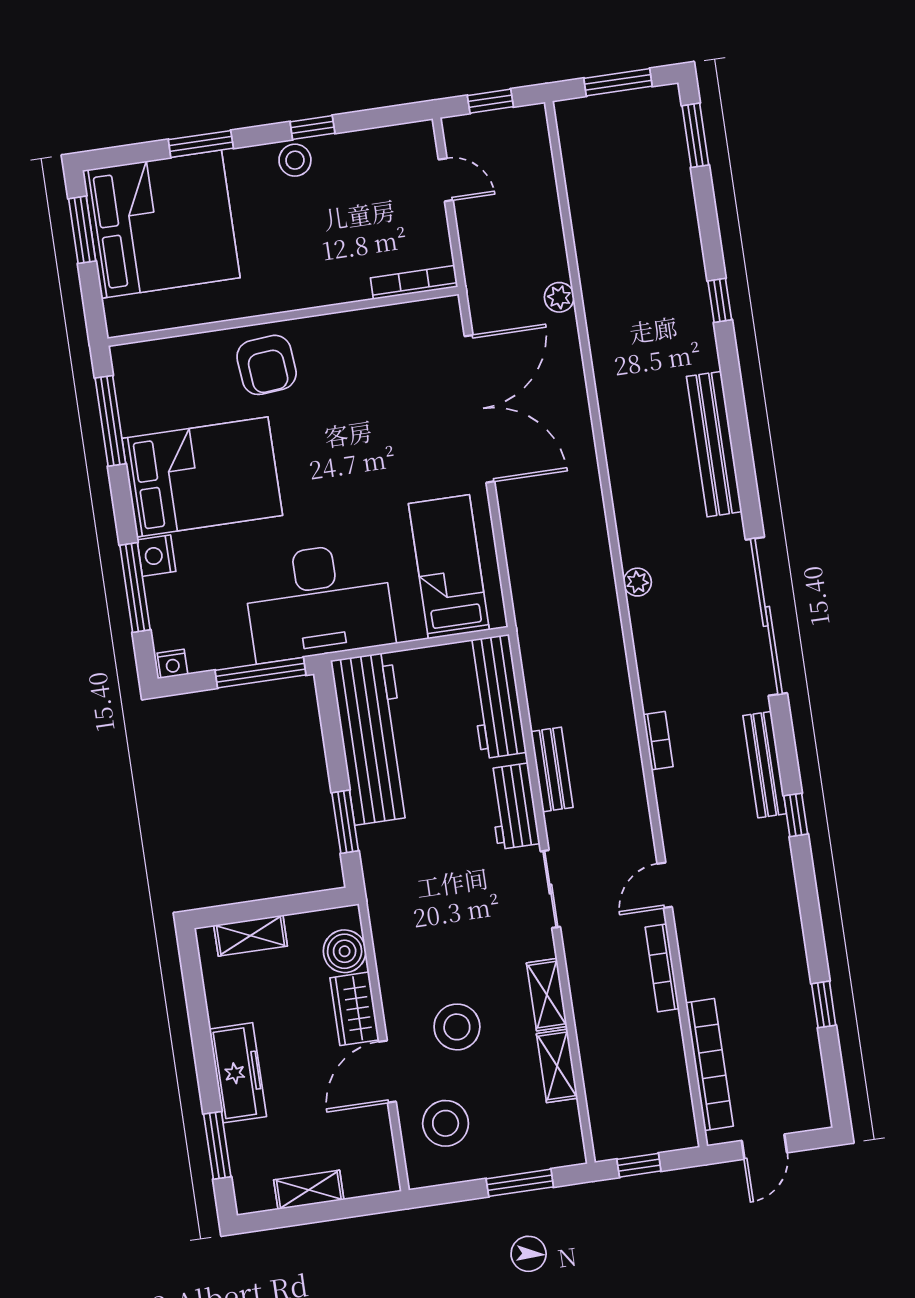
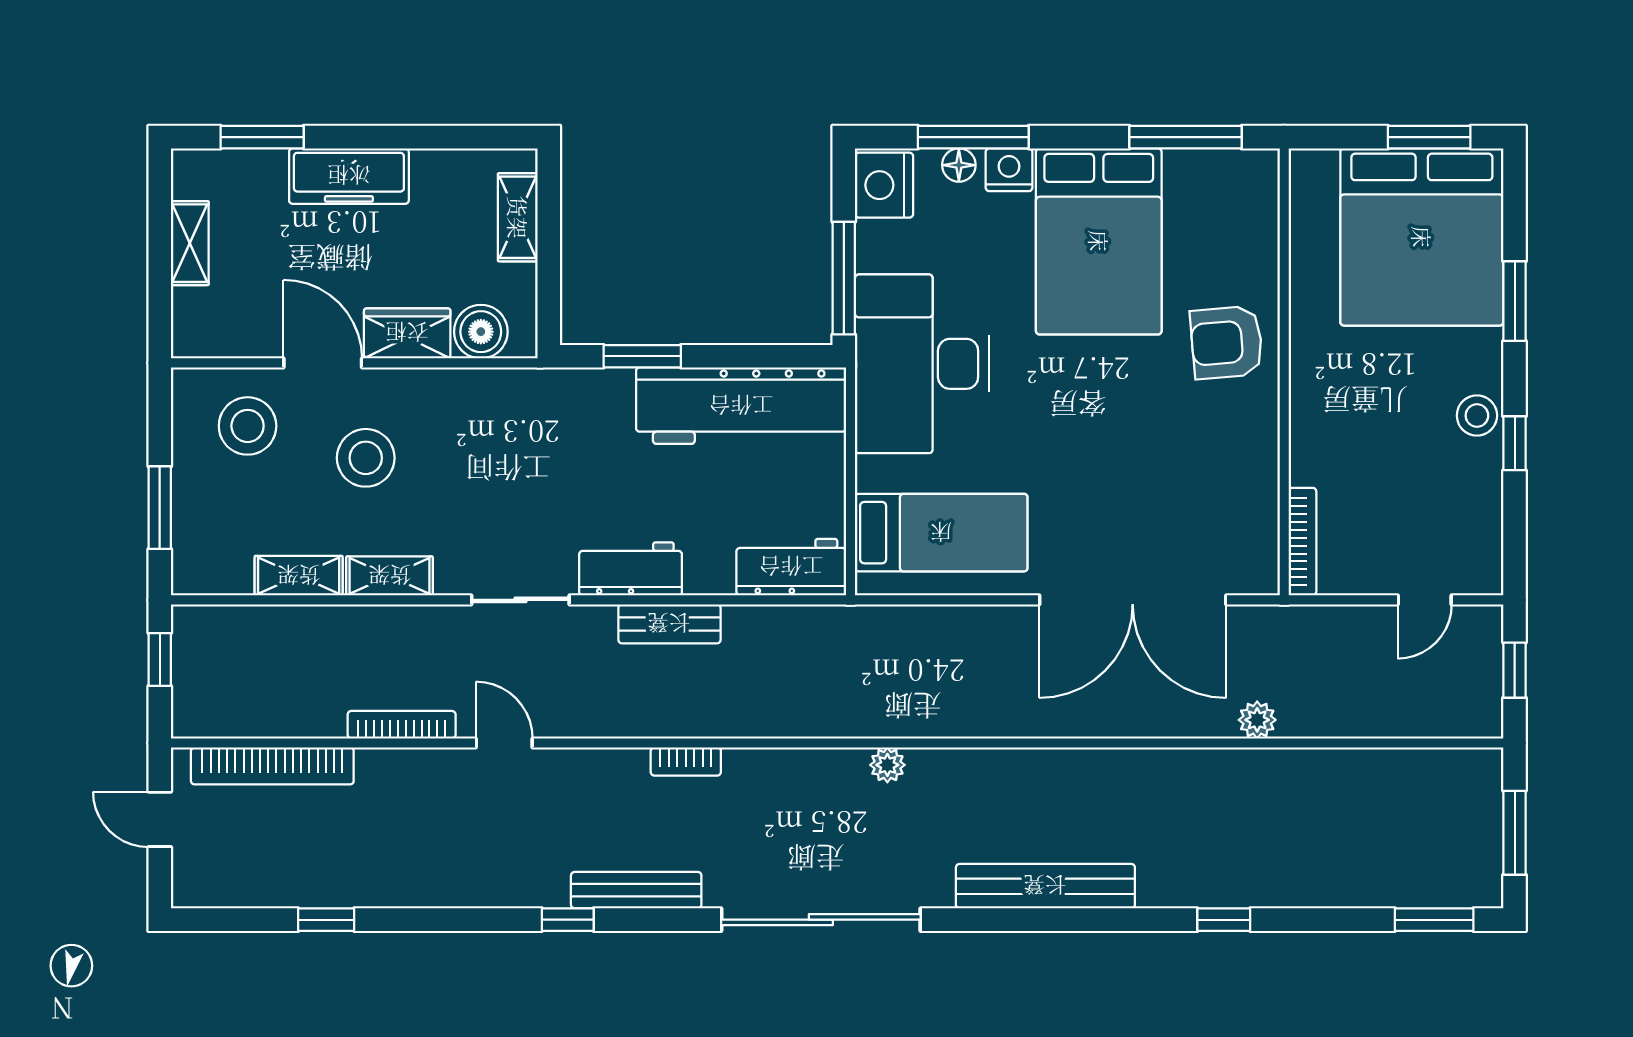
floor lamp: (158, 596) -> (959, 165), added
nightstand: (172, 664) -> (884, 185), width x1.89, depth x1.79
workbench: (496, 697) -> (791, 567), width x0.73

